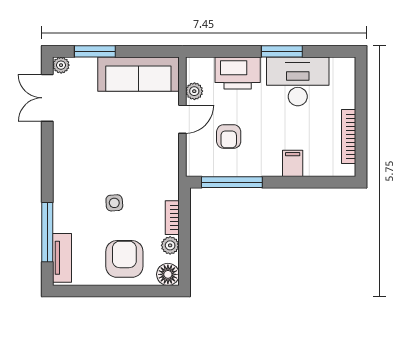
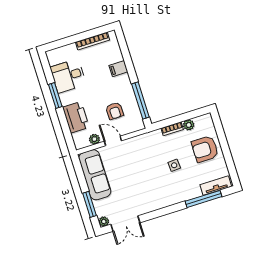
desk: (298, 81) -> (68, 76), width x0.73
armchair: (229, 137) -> (115, 111), turned 89
floor lamp: (168, 274) -> (206, 121), removed

